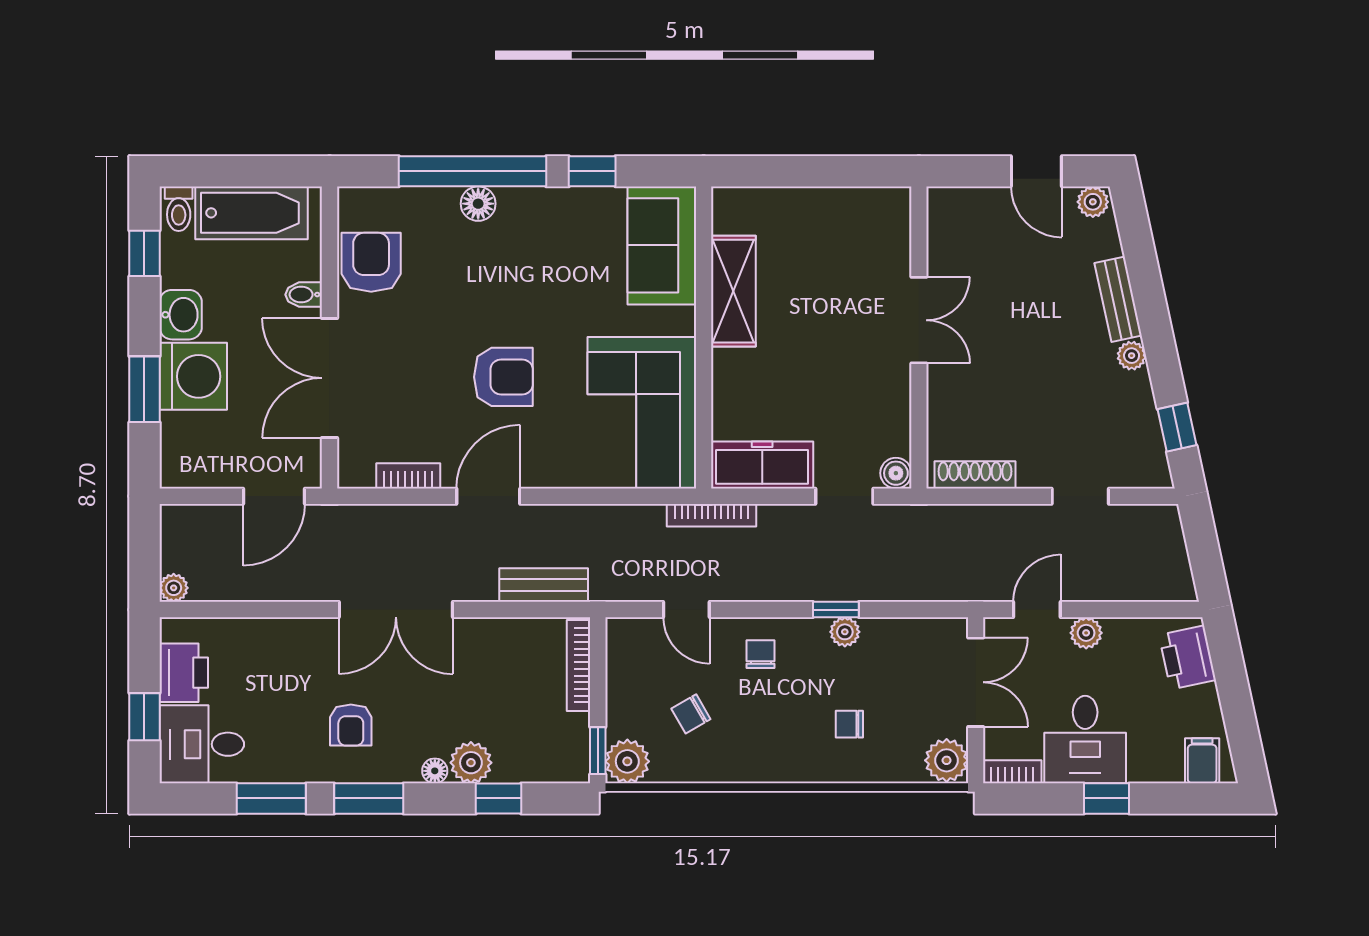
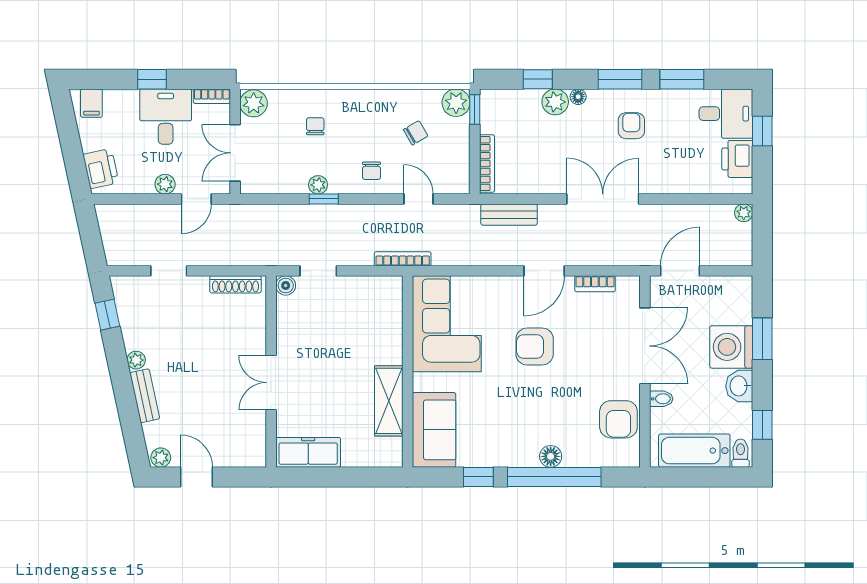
freezer: (762, 465) -> (308, 452), moved, turned 180
chair: (849, 724) -> (315, 126), turned -90

